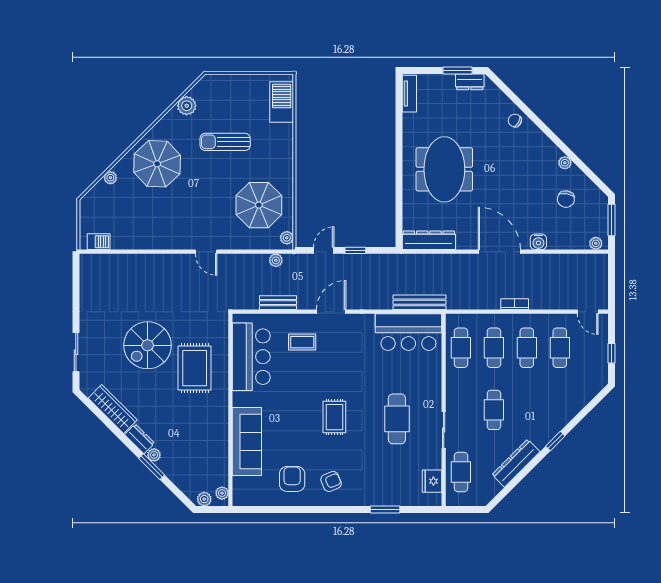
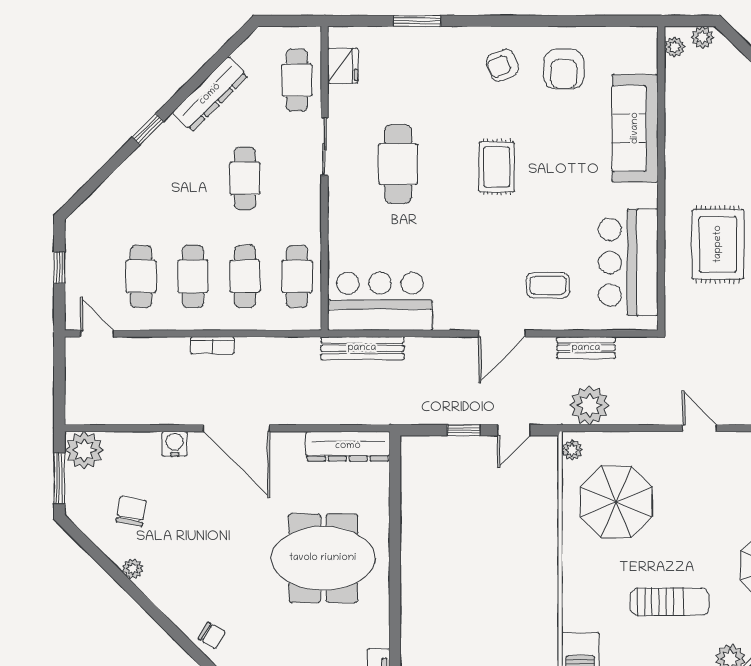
meeting table: (444, 169) -> (323, 558), turned 90
plant: (596, 243) -> (84, 450), width x1.87, depth x1.87
plant: (276, 260) -> (589, 405), width x1.88, depth x1.88

